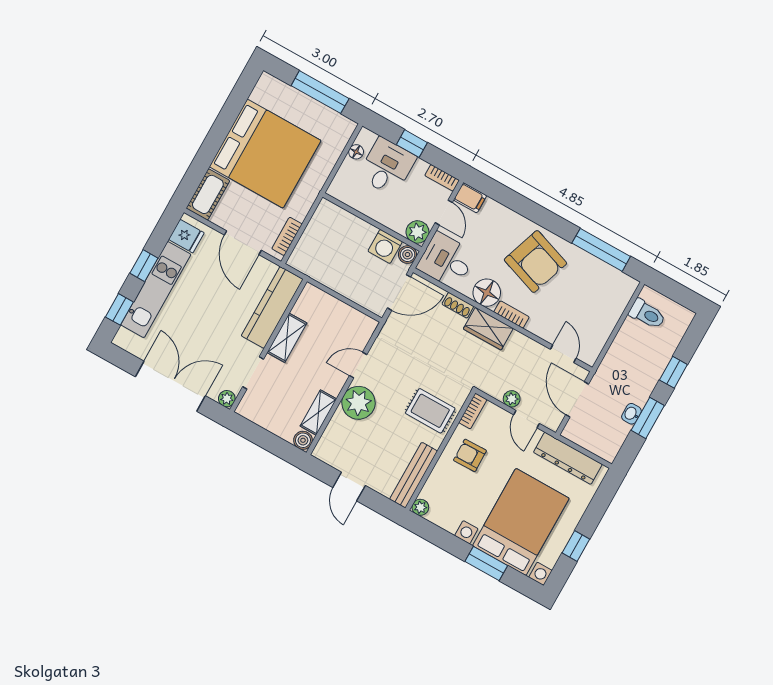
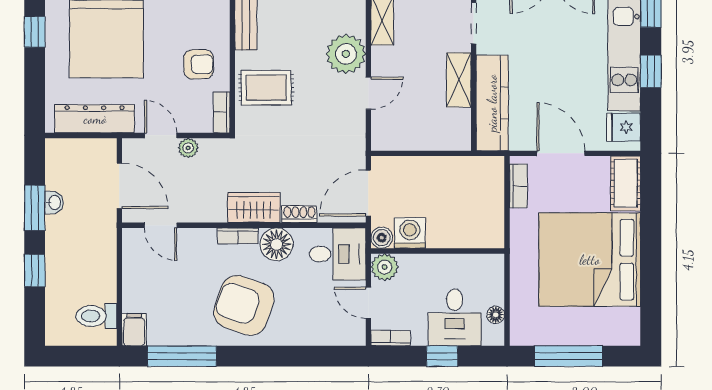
filing cabinet: (470, 198) -> (134, 330), moved, turned 90

